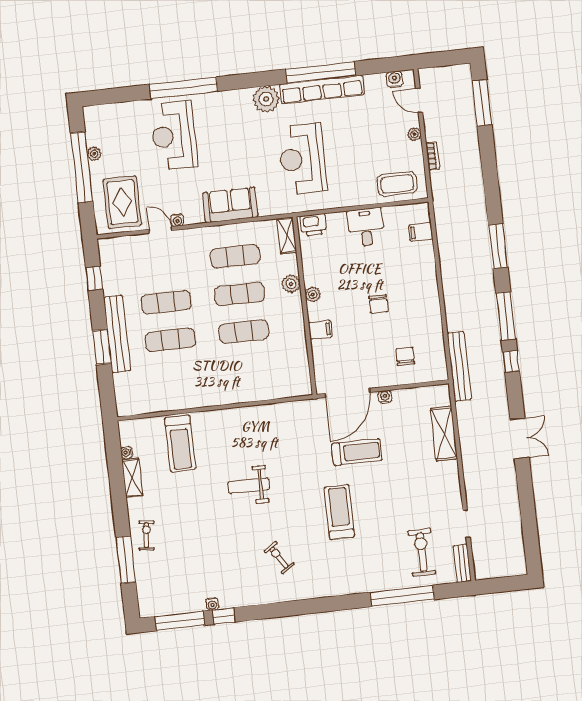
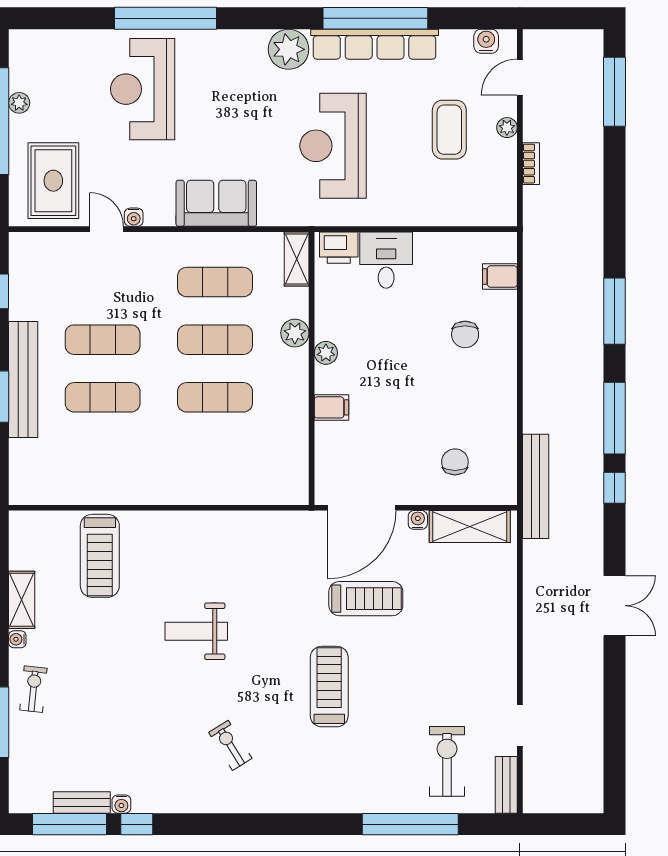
door: (419, 100) -> (520, 77), hinge flipped
coffee table: (397, 184) -> (449, 130), moved, turned 90
desk: (366, 227) -> (386, 260), moved
chair: (378, 304) -> (465, 334), moved
shelving: (444, 434) -> (470, 527), moved, turned 90
water cooler: (127, 452) -> (17, 639), moved
bench: (186, 606) -> (82, 802), added

